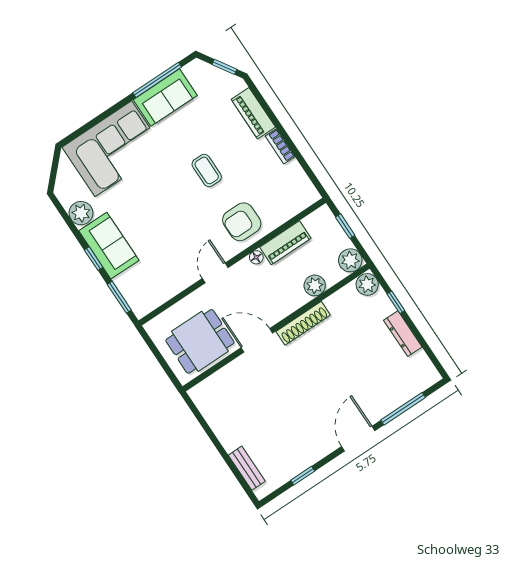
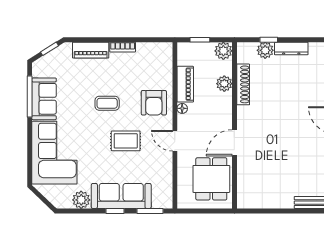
rug: (179, 219) -> (126, 141), added
sofa: (109, 246) -> (121, 196), width x1.36
plant: (367, 284) -> (265, 50), moved
shoe rack: (303, 323) -> (243, 84), moved

